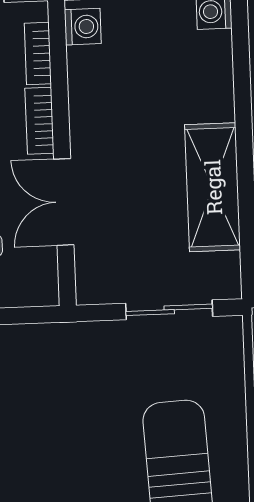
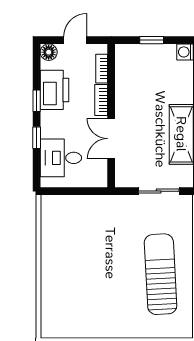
washing machine: (83, 27) -> (123, 57), removed

